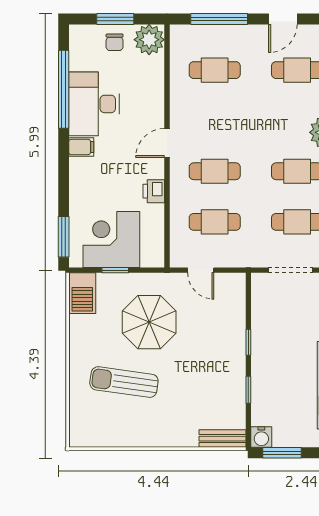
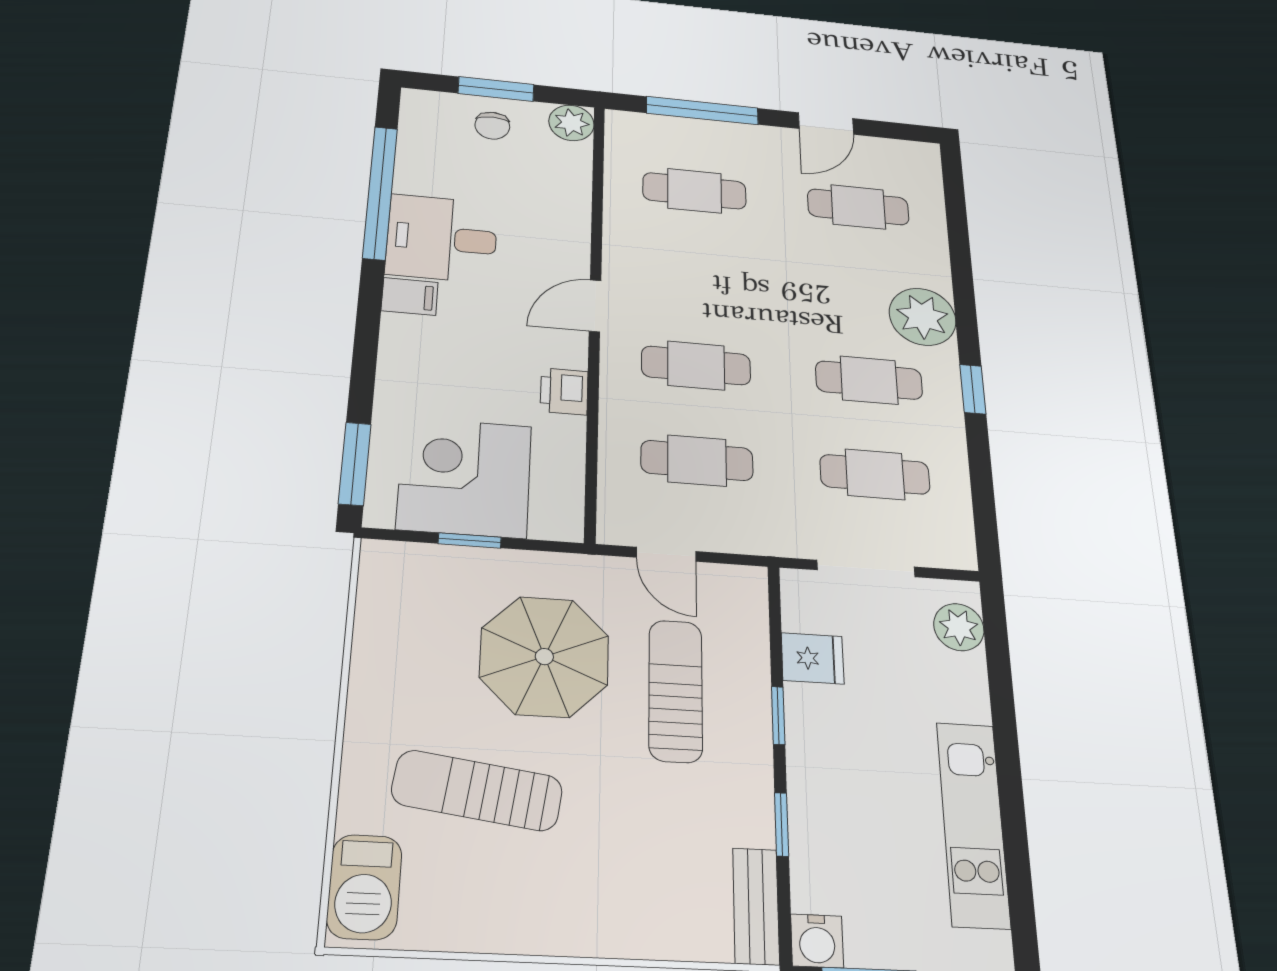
plant: (149, 40) -> (571, 123), width x0.73, depth x0.73
desk: (94, 104) -> (442, 238), width x0.73
barbecue: (82, 293) -> (364, 887), moved
fridge: (264, 315) -> (813, 658), added
sun lounger: (205, 334) -> (676, 691), added
bench: (223, 439) -> (756, 906), moved, turned 90

